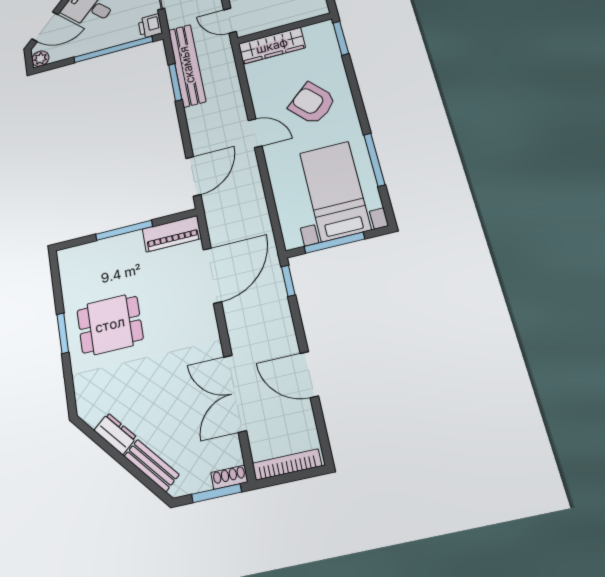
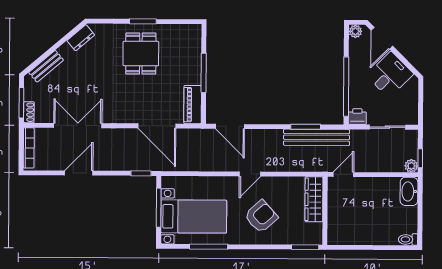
dresser: (115, 434) -> (81, 38), moved

